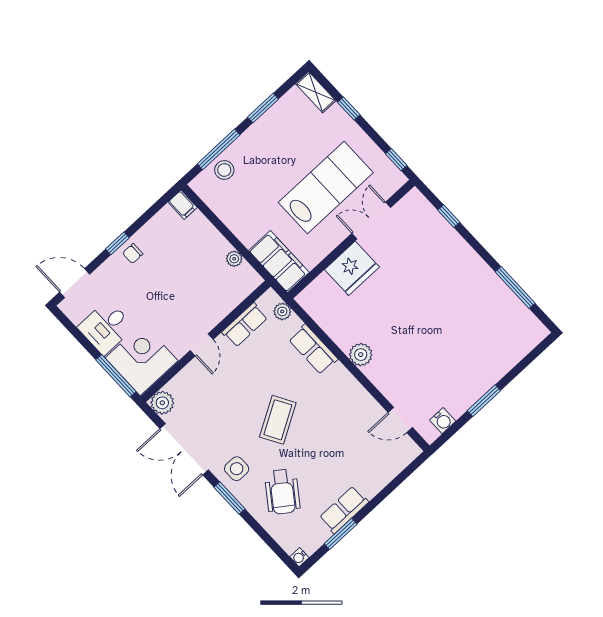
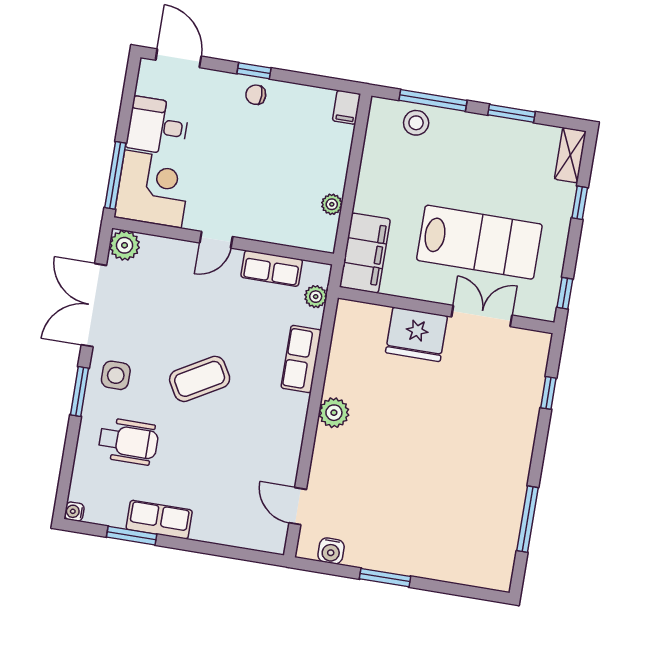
wheelchair: (282, 492) -> (128, 441), turned -126

